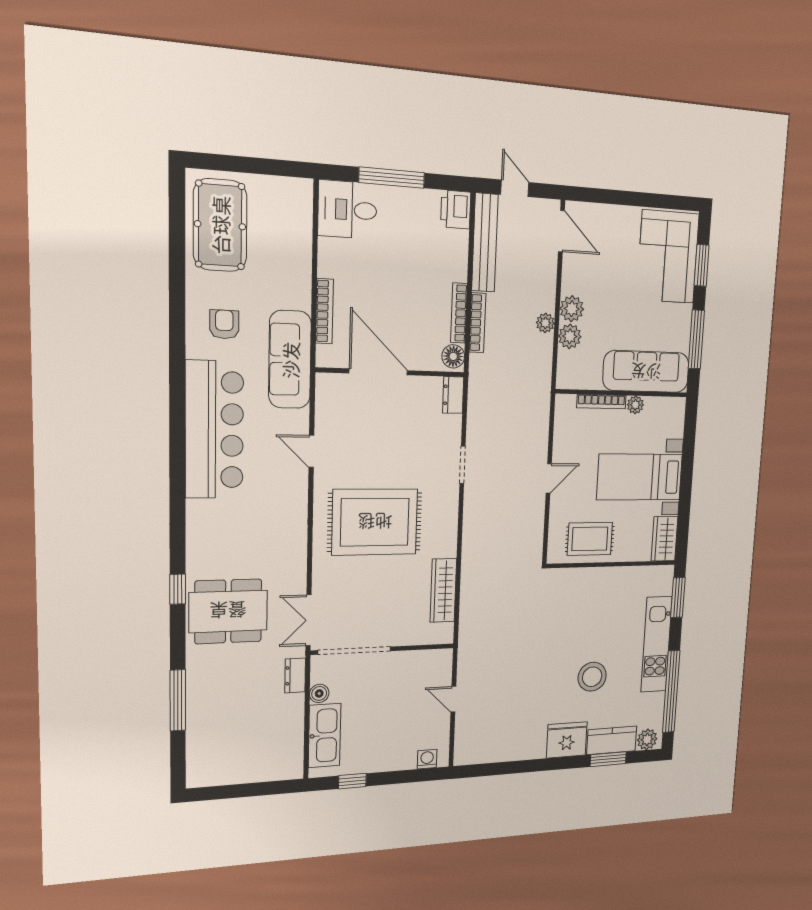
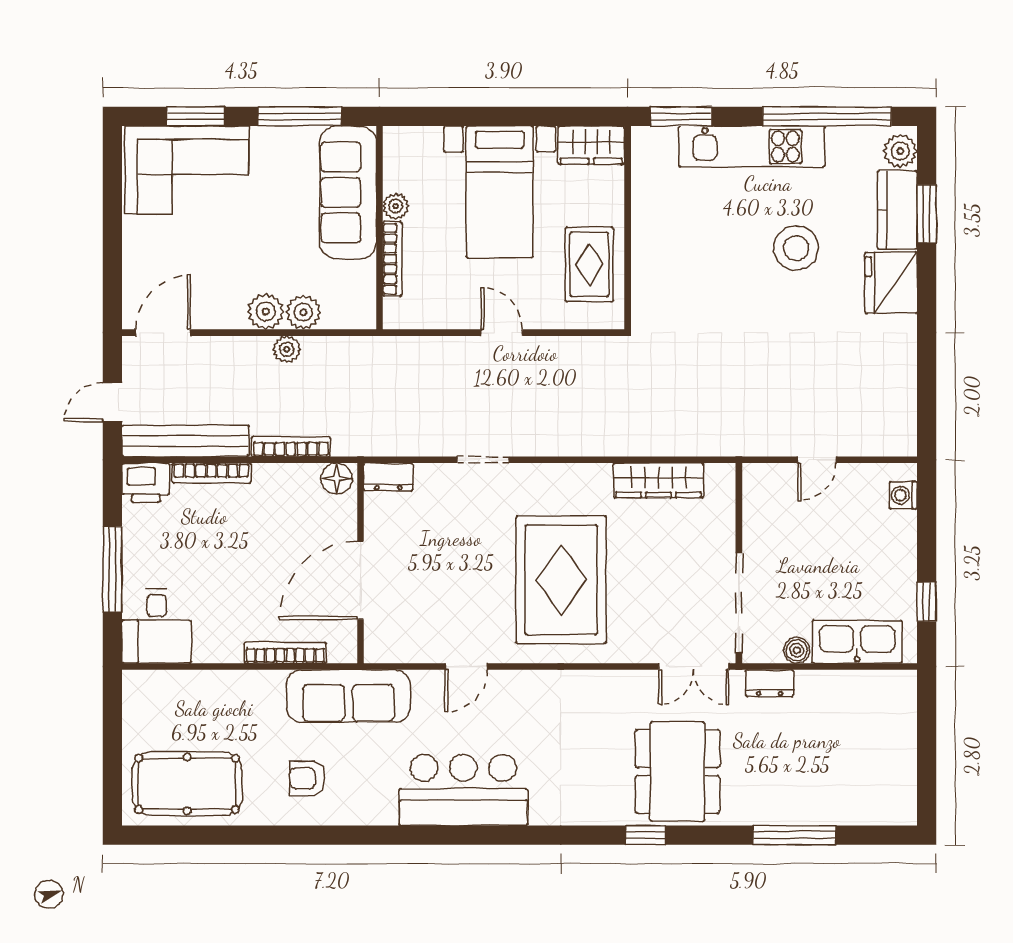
bookcase: (459, 313) -> (211, 473), moved
bar counter: (214, 430) -> (463, 790), width x0.73

